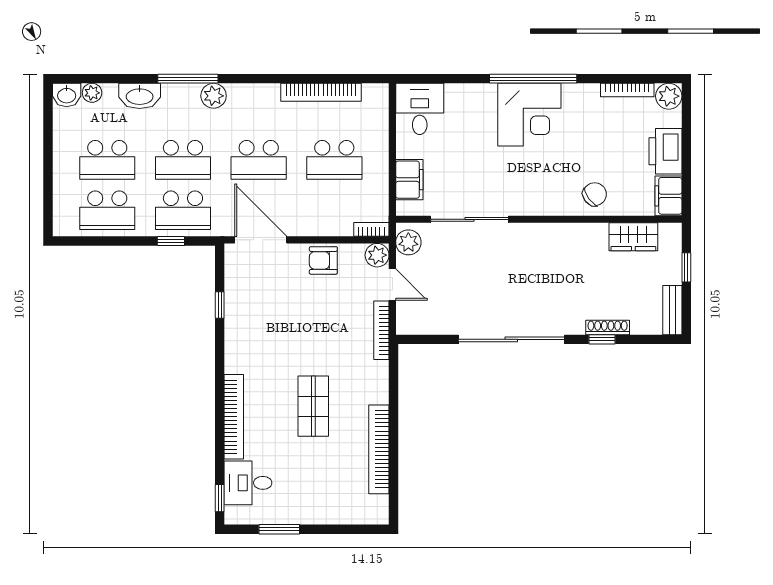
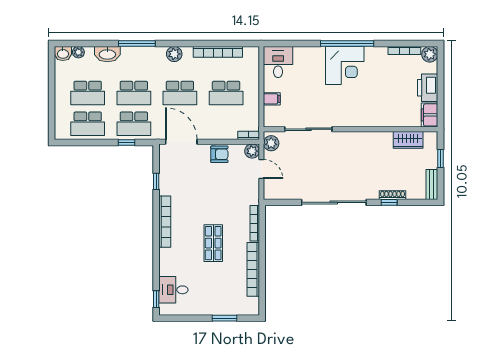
plant: (214, 96) -> (174, 54), moved
filing cabinet: (409, 180) -> (272, 99), width x0.50
chair: (595, 194) -> (385, 114), removed
armchair: (323, 260) -> (219, 154), turned 180
bookcase: (381, 330) -> (255, 223), moved
bookcase: (234, 417) -> (165, 222), moved
window: (279, 529) -> (224, 318), moved

